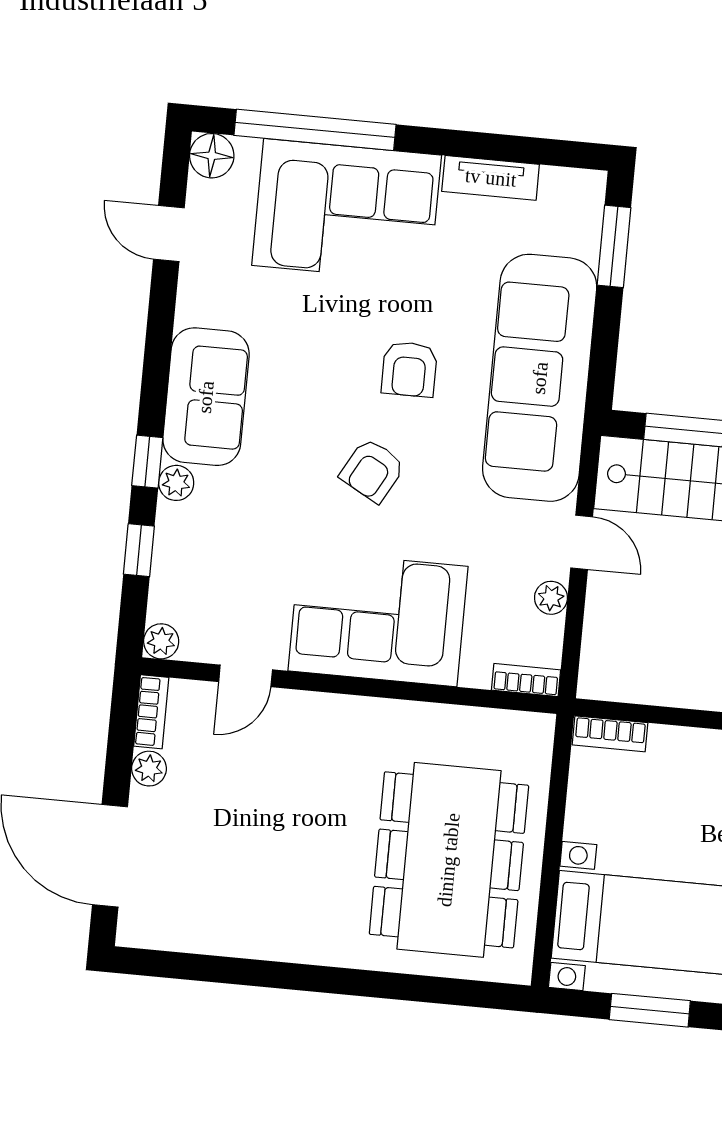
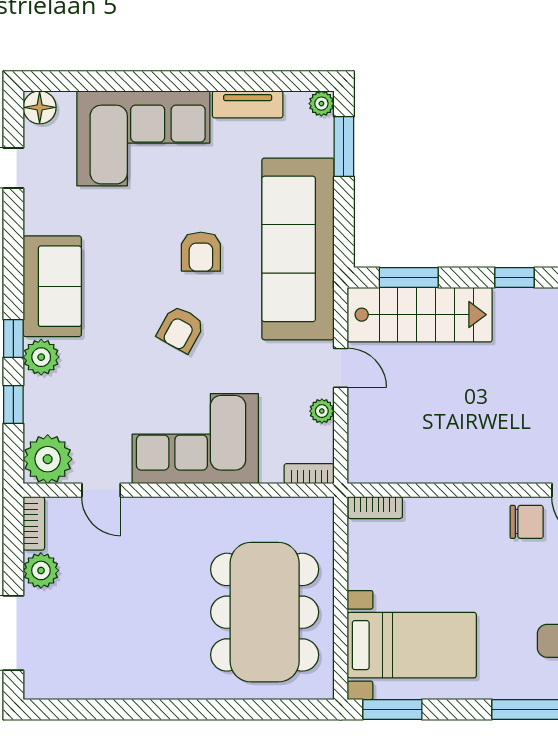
window: (315, 130) -> (114, 81), removed
plant: (589, 186) -> (321, 104), added
plant: (176, 483) -> (41, 357), width x1.38, depth x1.38
plant: (161, 641) -> (48, 459), width x1.87, depth x1.87
door: (246, 676) -> (101, 490), hinge flipped
plant: (149, 769) -> (41, 570), width x1.38, depth x1.38
window: (650, 1010) -> (392, 709), moved

